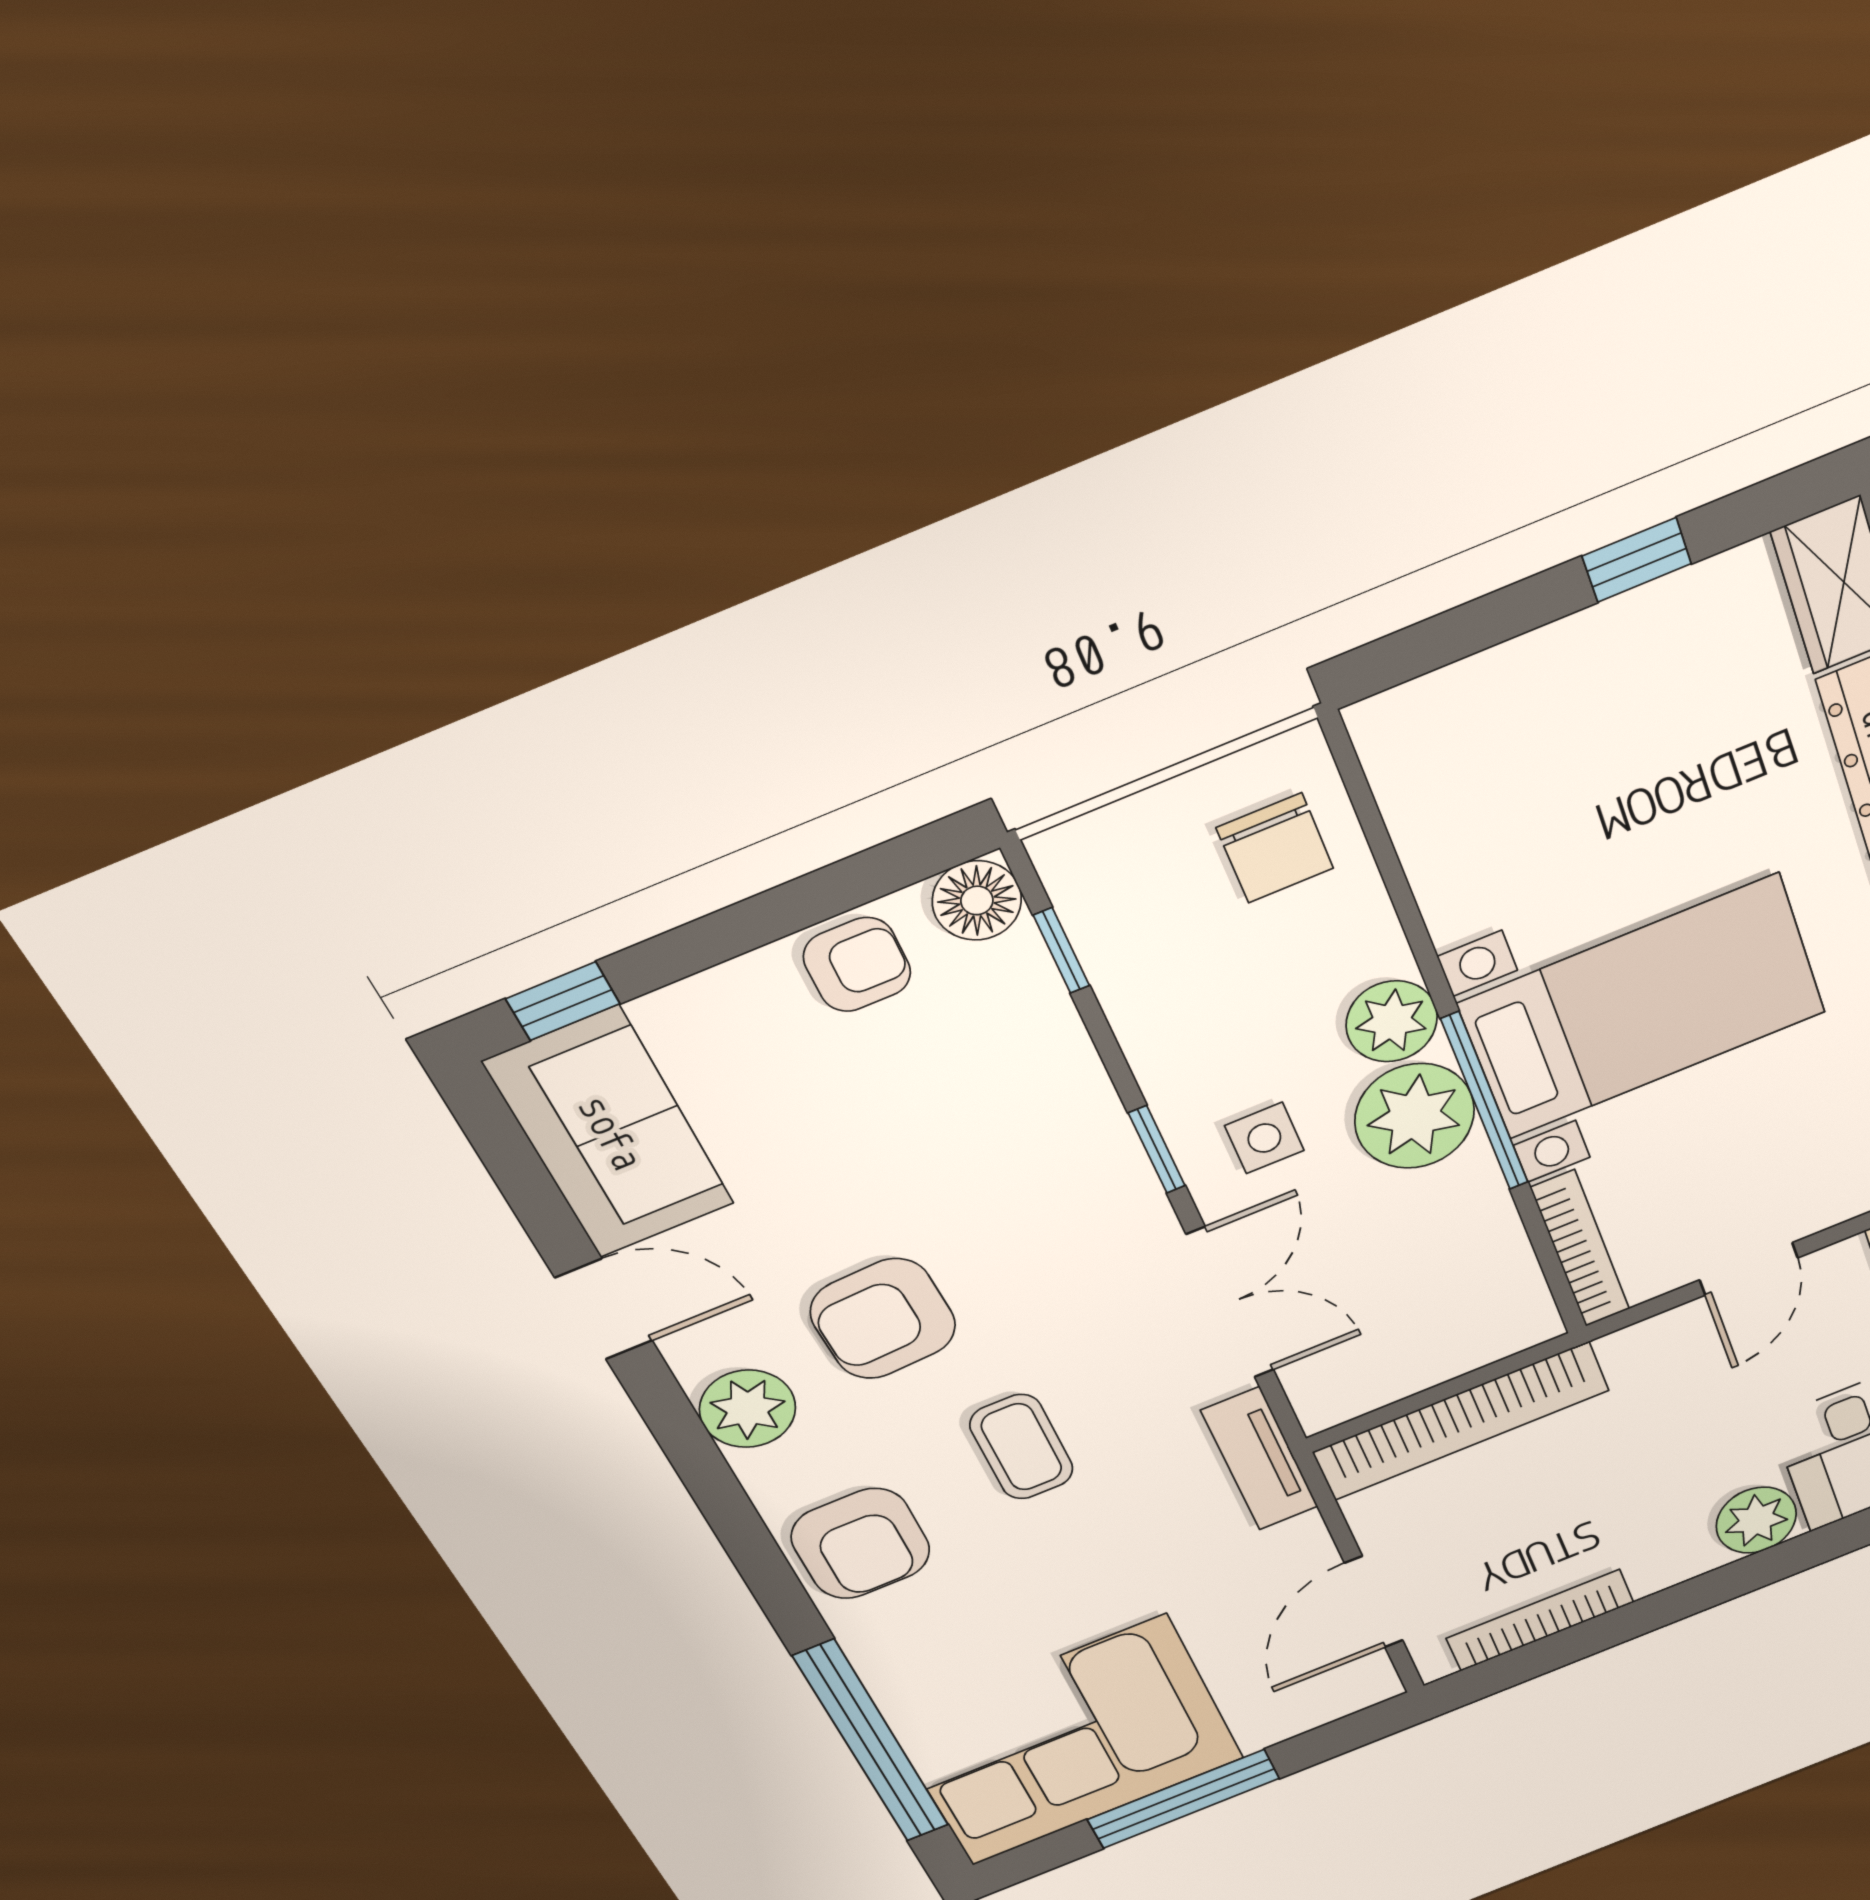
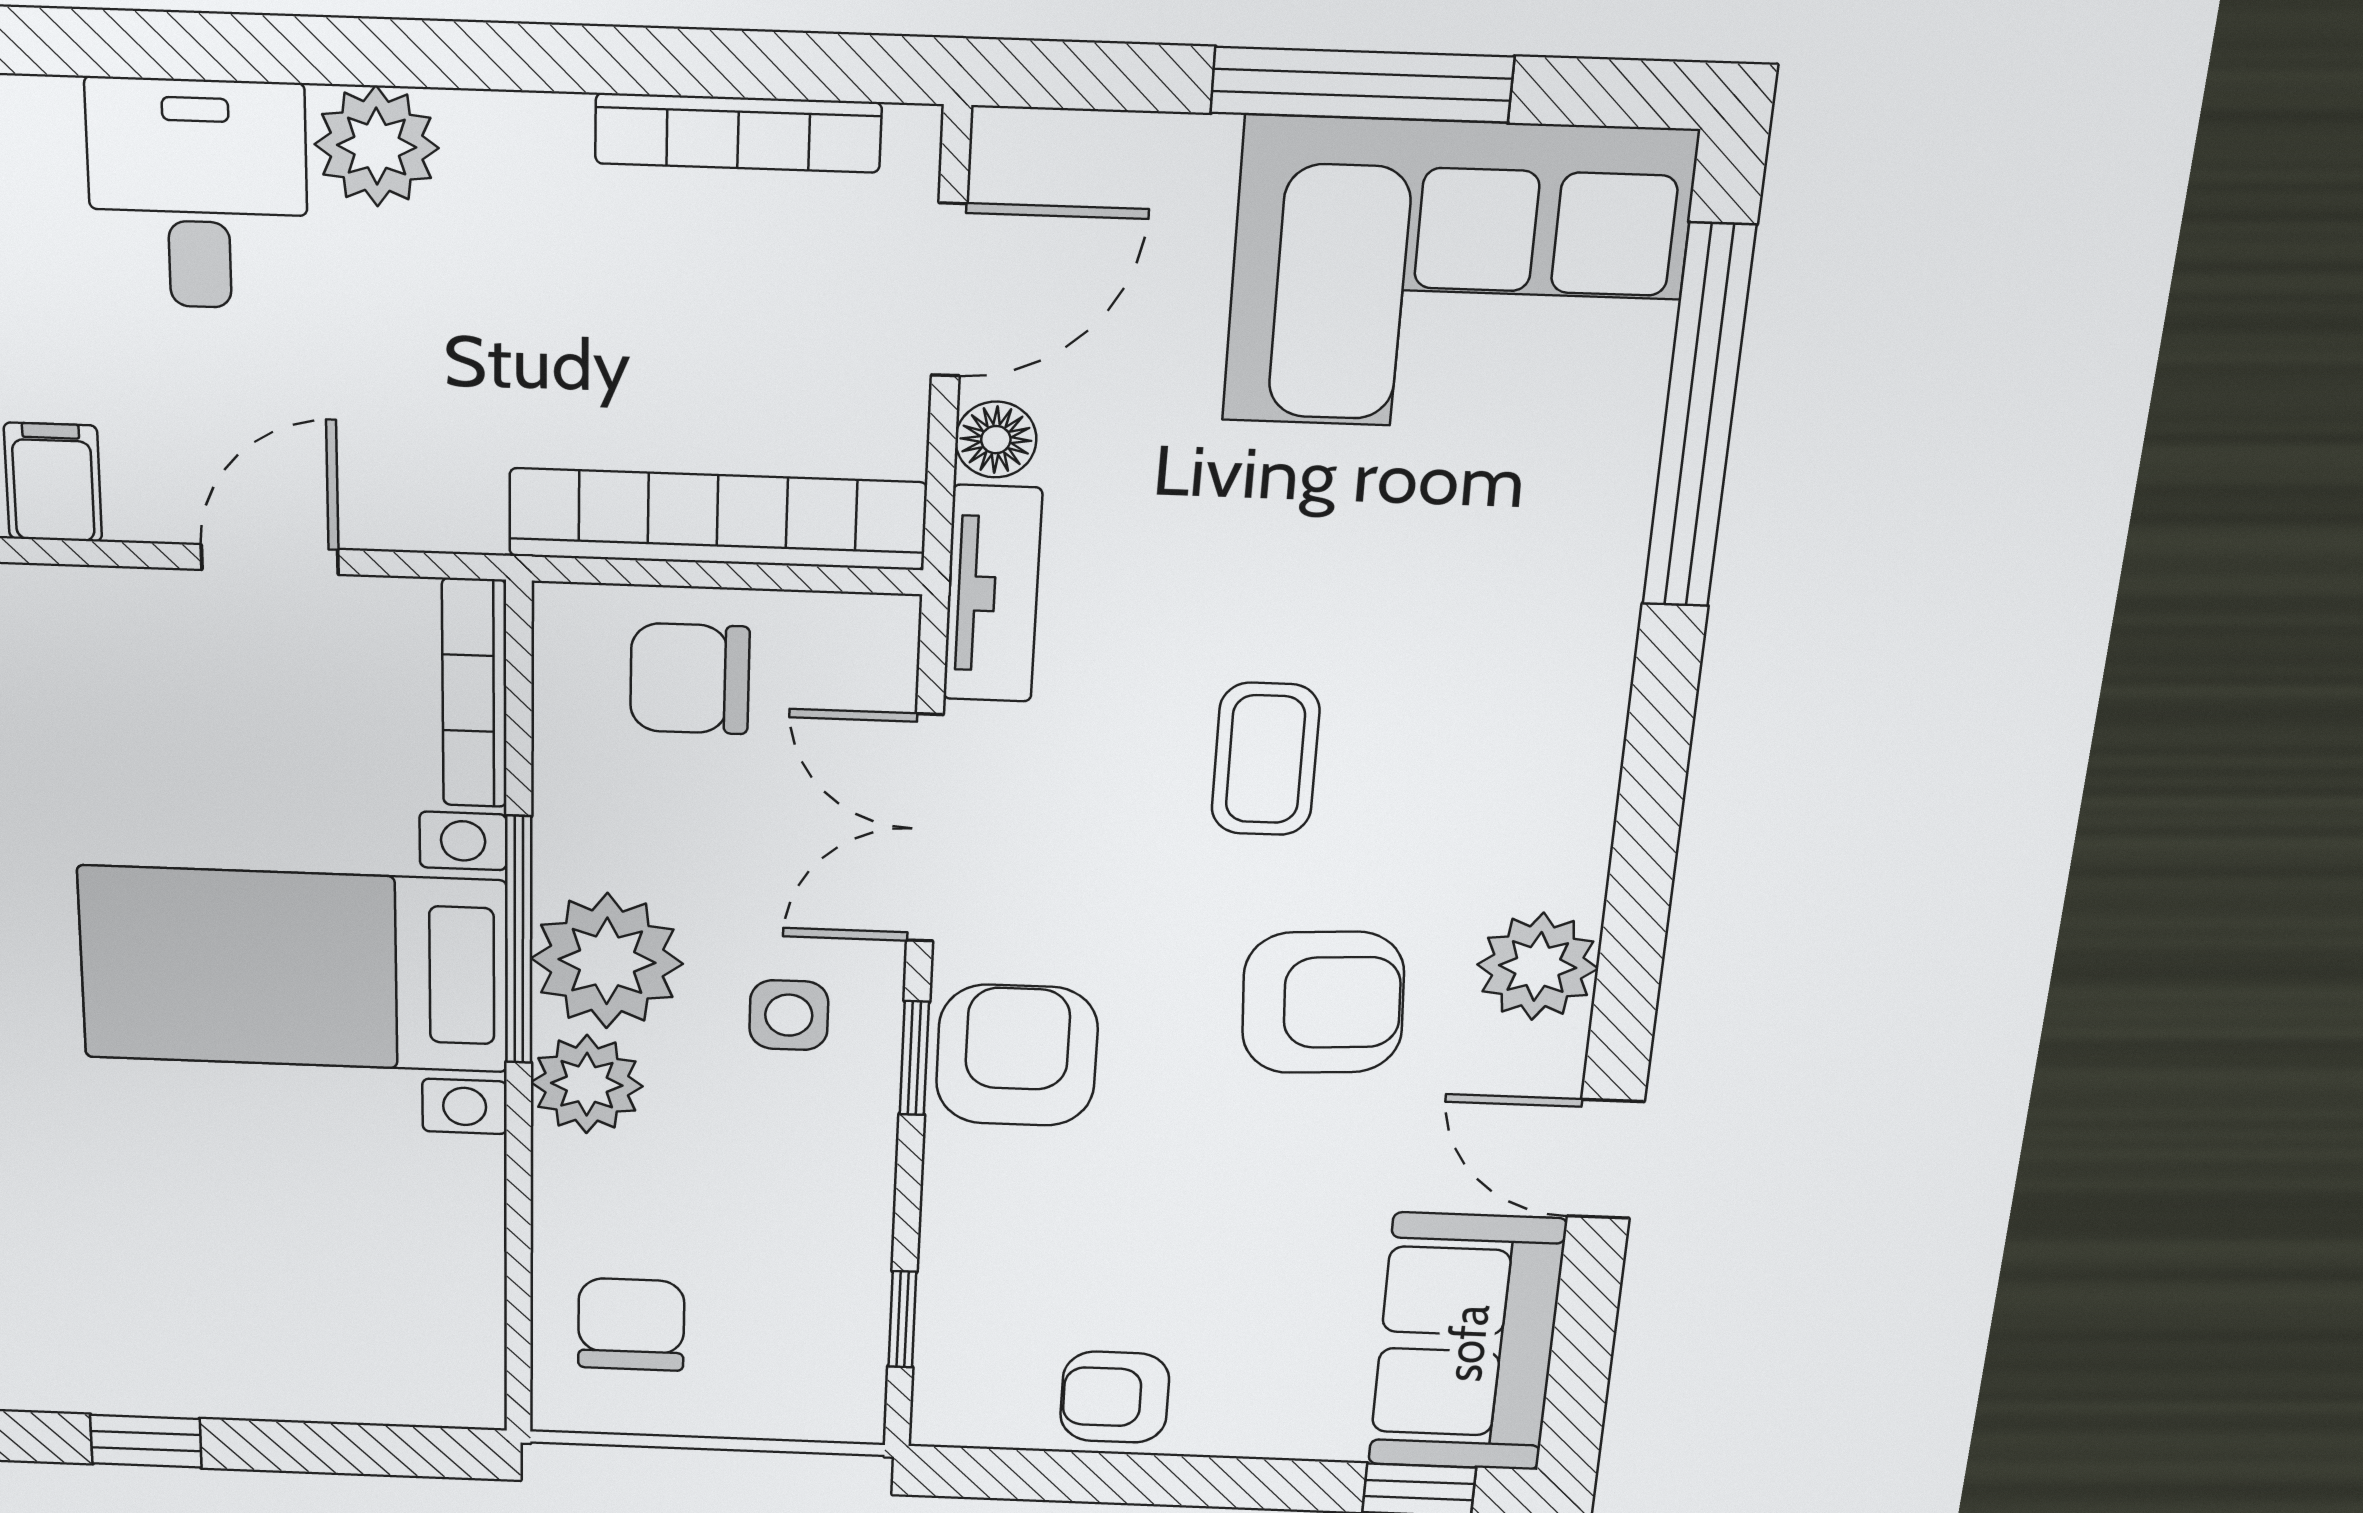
floor lamp: (977, 900) -> (996, 440), moved, width x0.73, depth x0.73
chair: (1437, 1322) -> (690, 679), added
armchair: (861, 1544) -> (1017, 1055), moved

